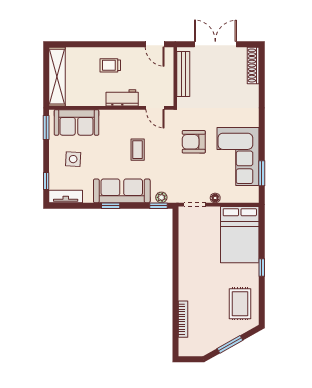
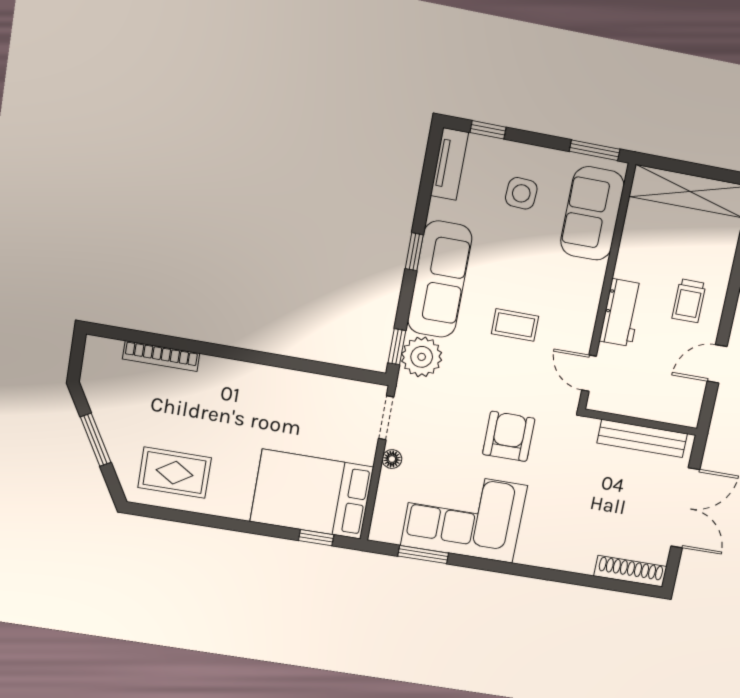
door: (155, 44) -> (717, 364), moved
trolley: (110, 65) -> (689, 301), turned 180
door: (155, 108) -> (589, 373), hinge flipped
plant: (161, 197) -> (422, 357), width x1.87, depth x1.87
window: (262, 267) -> (316, 538), moved

